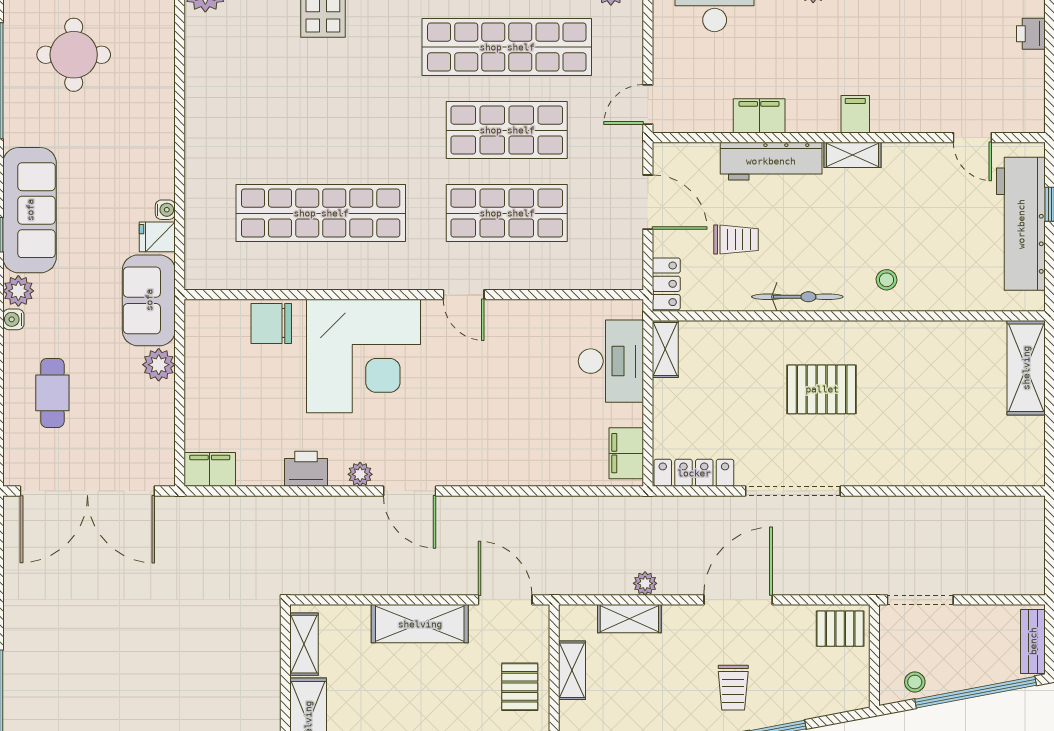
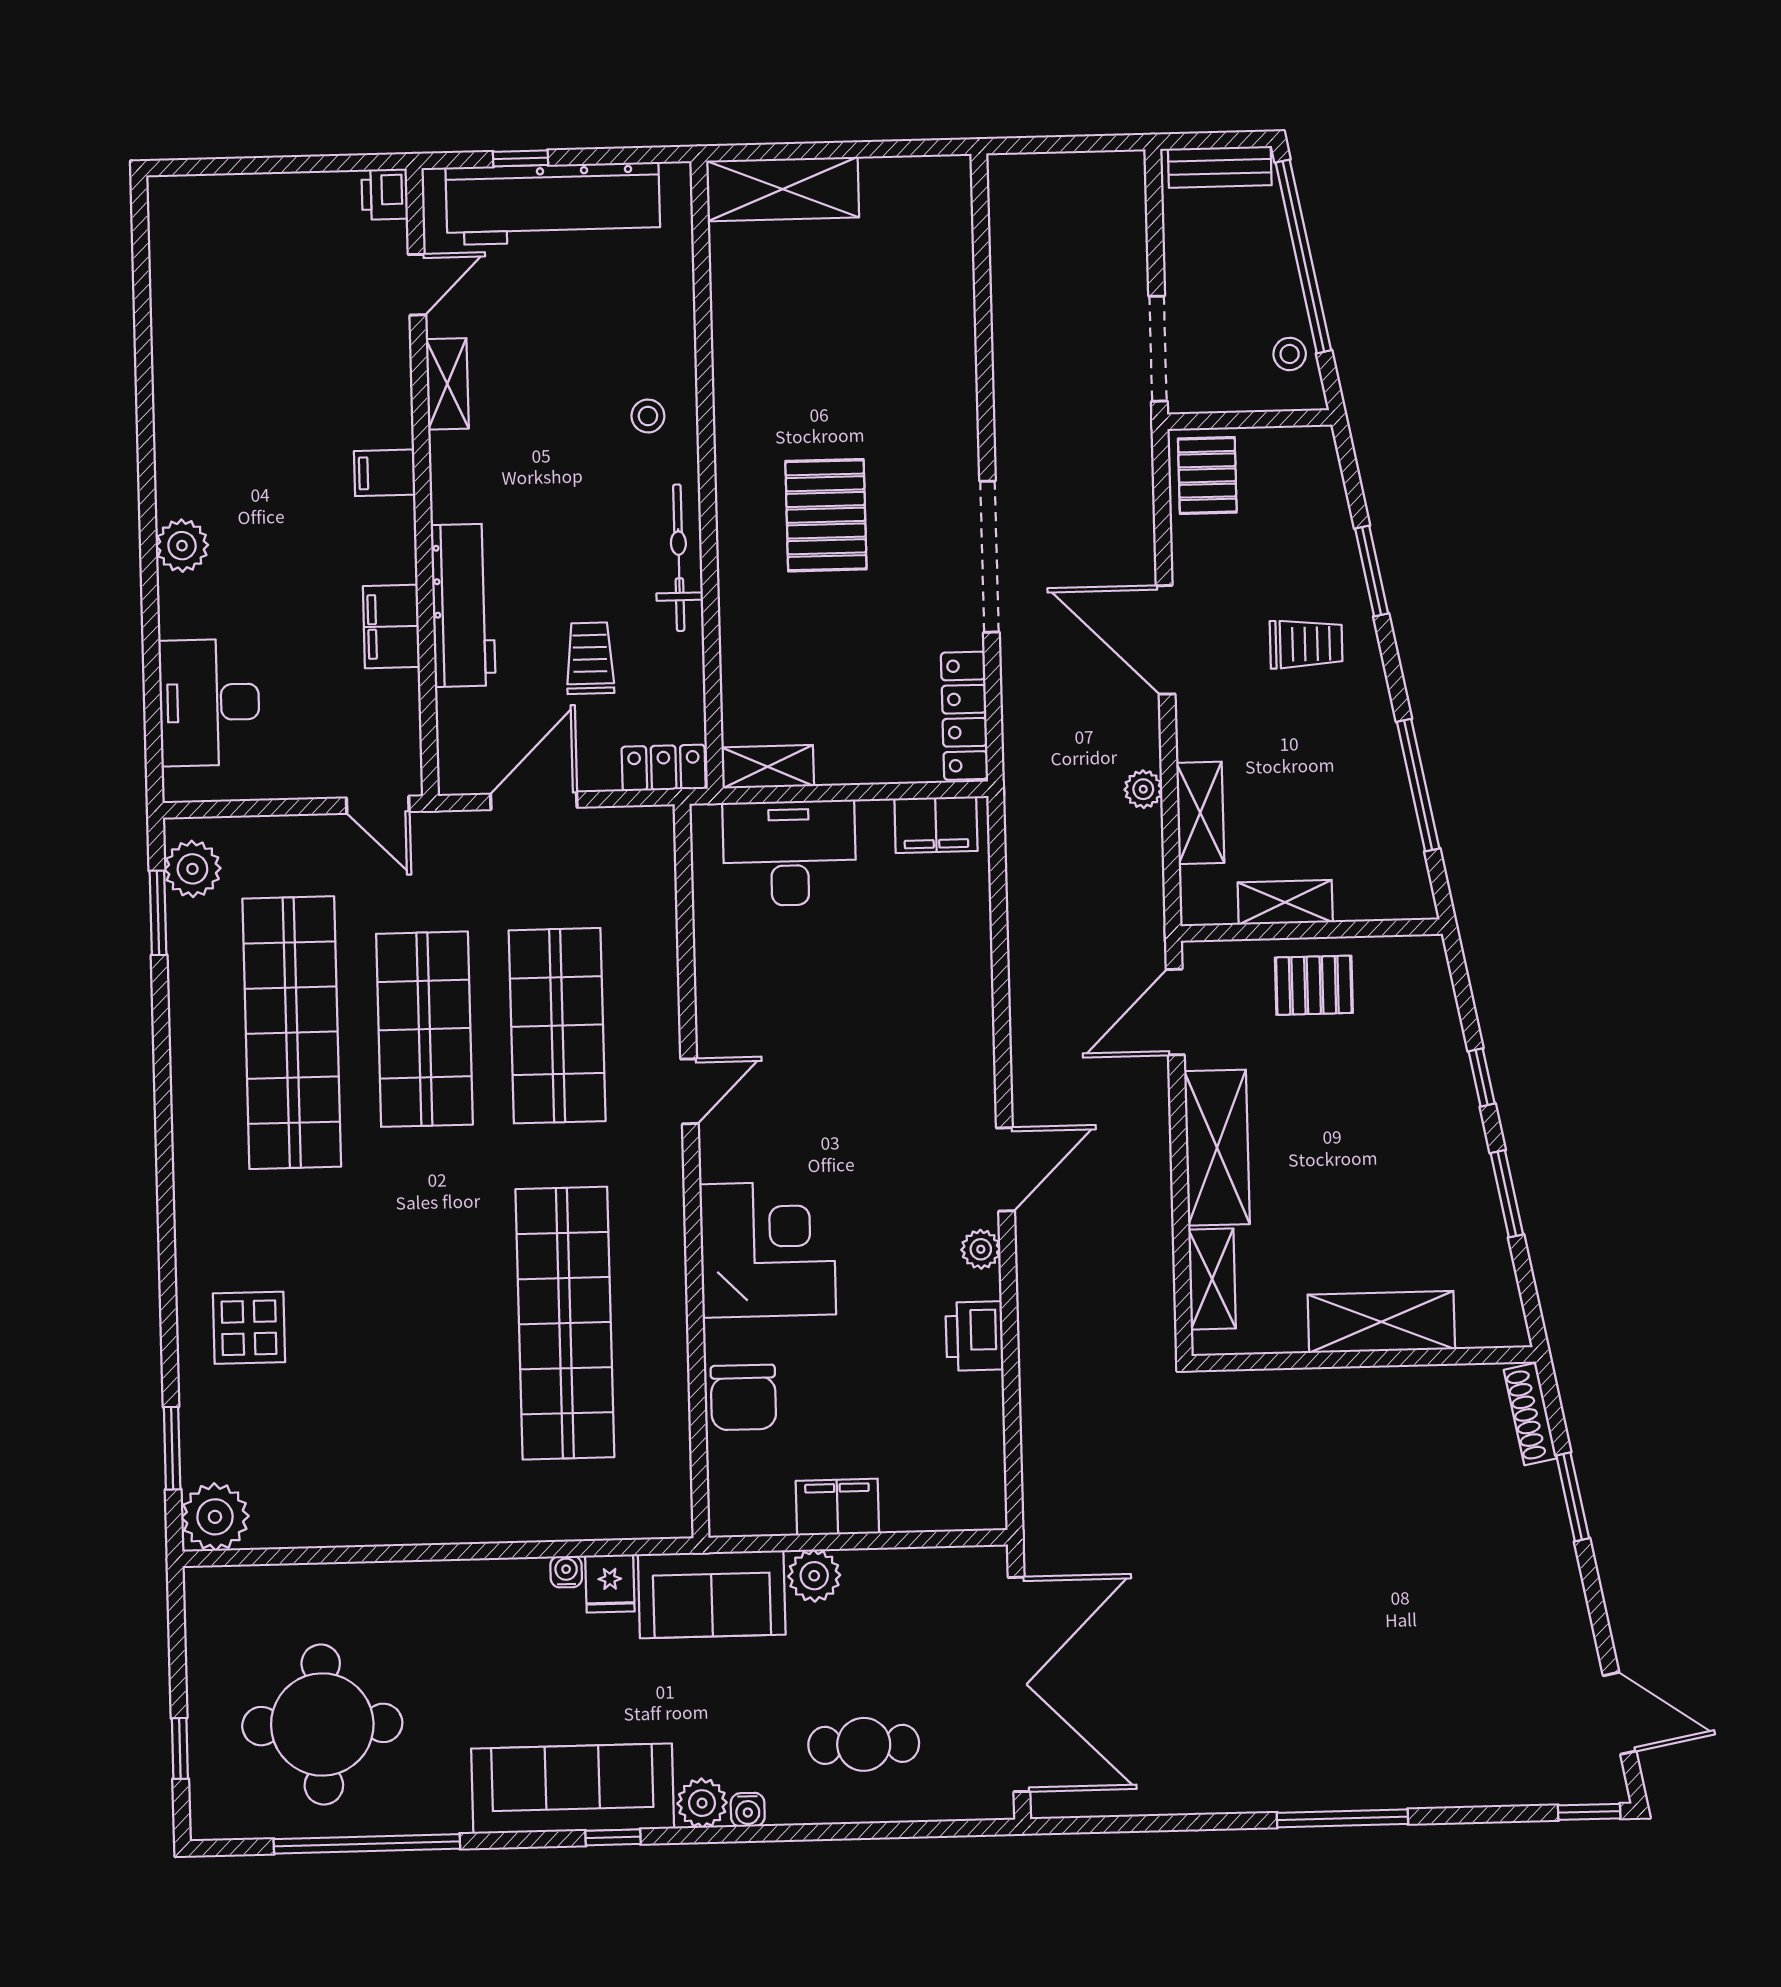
printer: (1031, 34) -> (385, 194), moved, turned 90
round table: (74, 55) -> (322, 1724), width x1.36, depth x1.36
shelving: (853, 155) -> (447, 384), moved
corner desk: (364, 356) -> (768, 1249), width x0.74, depth x0.74
filing cabinet: (210, 469) -> (837, 1507), moved, turned 90
shelving: (304, 644) -> (1212, 1279), moved, turned 90

